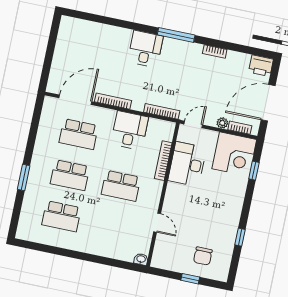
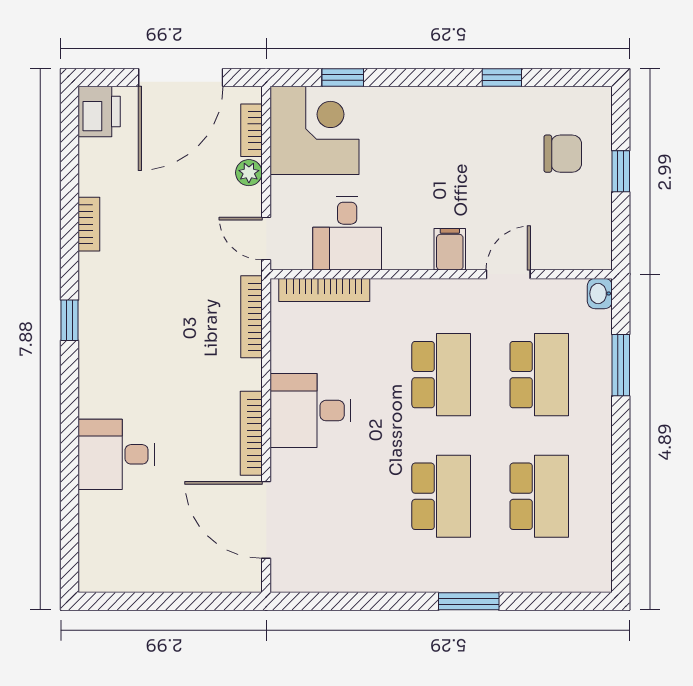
window: (176, 35) -> (69, 320), width x0.46
desk: (145, 49) -> (116, 454), moved
door: (268, 103) -> (181, 77), hinge flipped
desk: (130, 130) -> (310, 411), moved
school desk: (79, 134) -> (539, 375), moved
bookcase: (163, 161) -> (324, 290), moved
desk: (187, 164) -> (347, 233), width x0.73
filing cabinet: (173, 200) -> (450, 249), added
window: (109, 262) -> (621, 365), added

